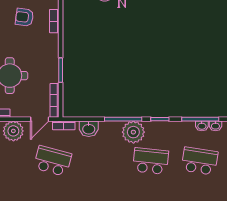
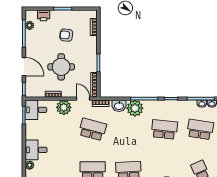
armchair: (24, 17) -> (66, 35), moved
door: (40, 119) -> (83, 99), swing flipped
plant: (133, 132) -> (135, 108), moved

